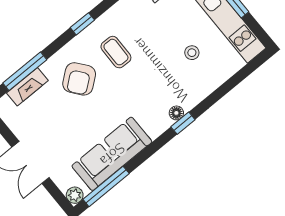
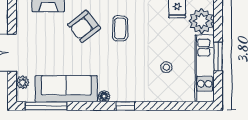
floor lamp: (176, 113) -> (104, 96), moved
plant: (75, 195) -> (23, 82), moved

